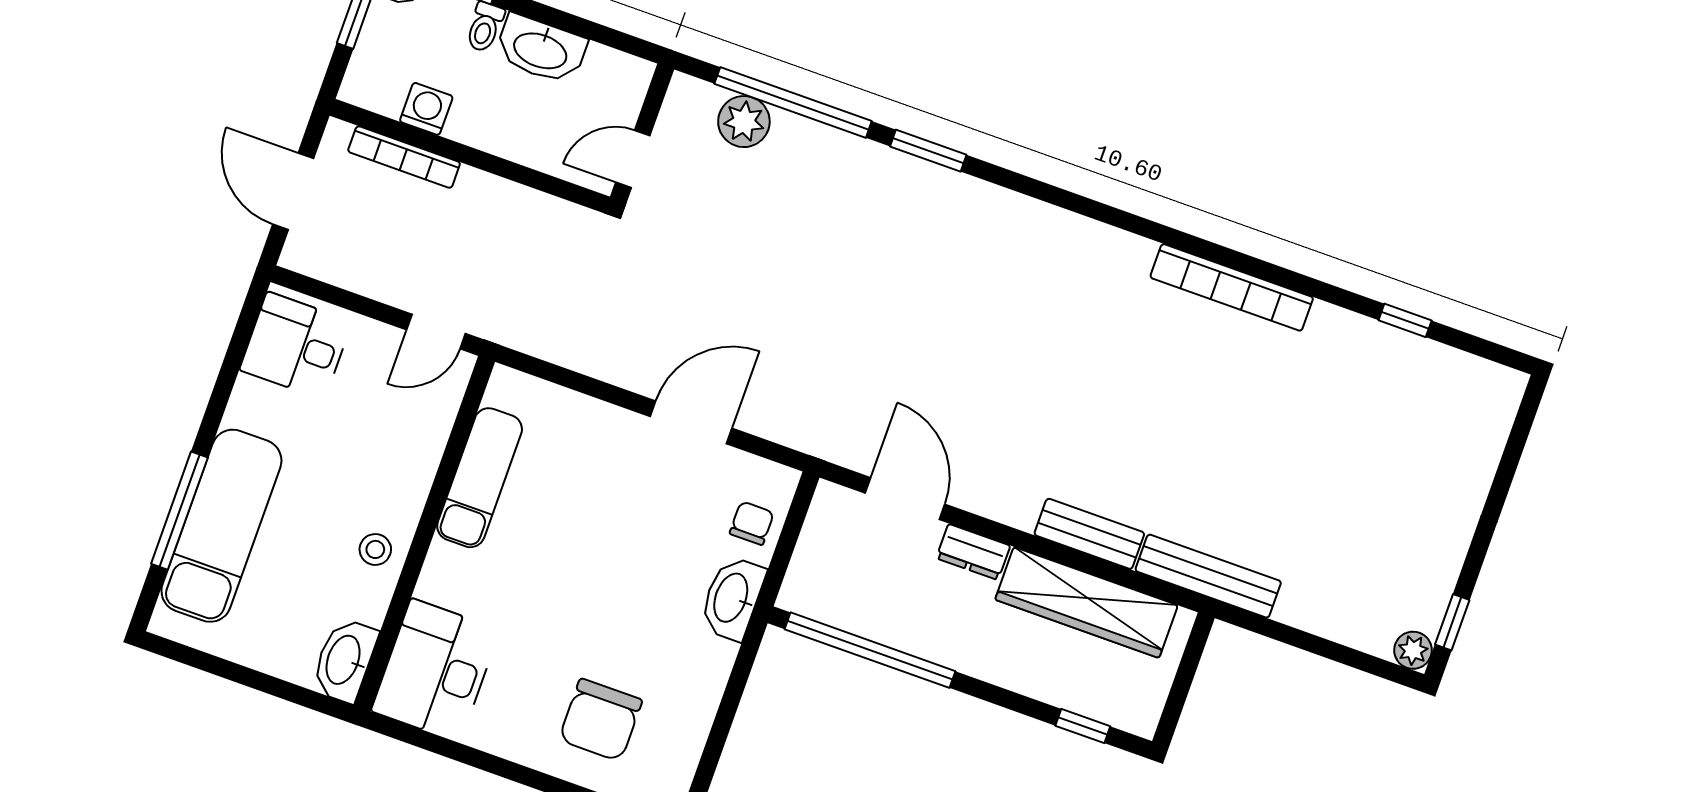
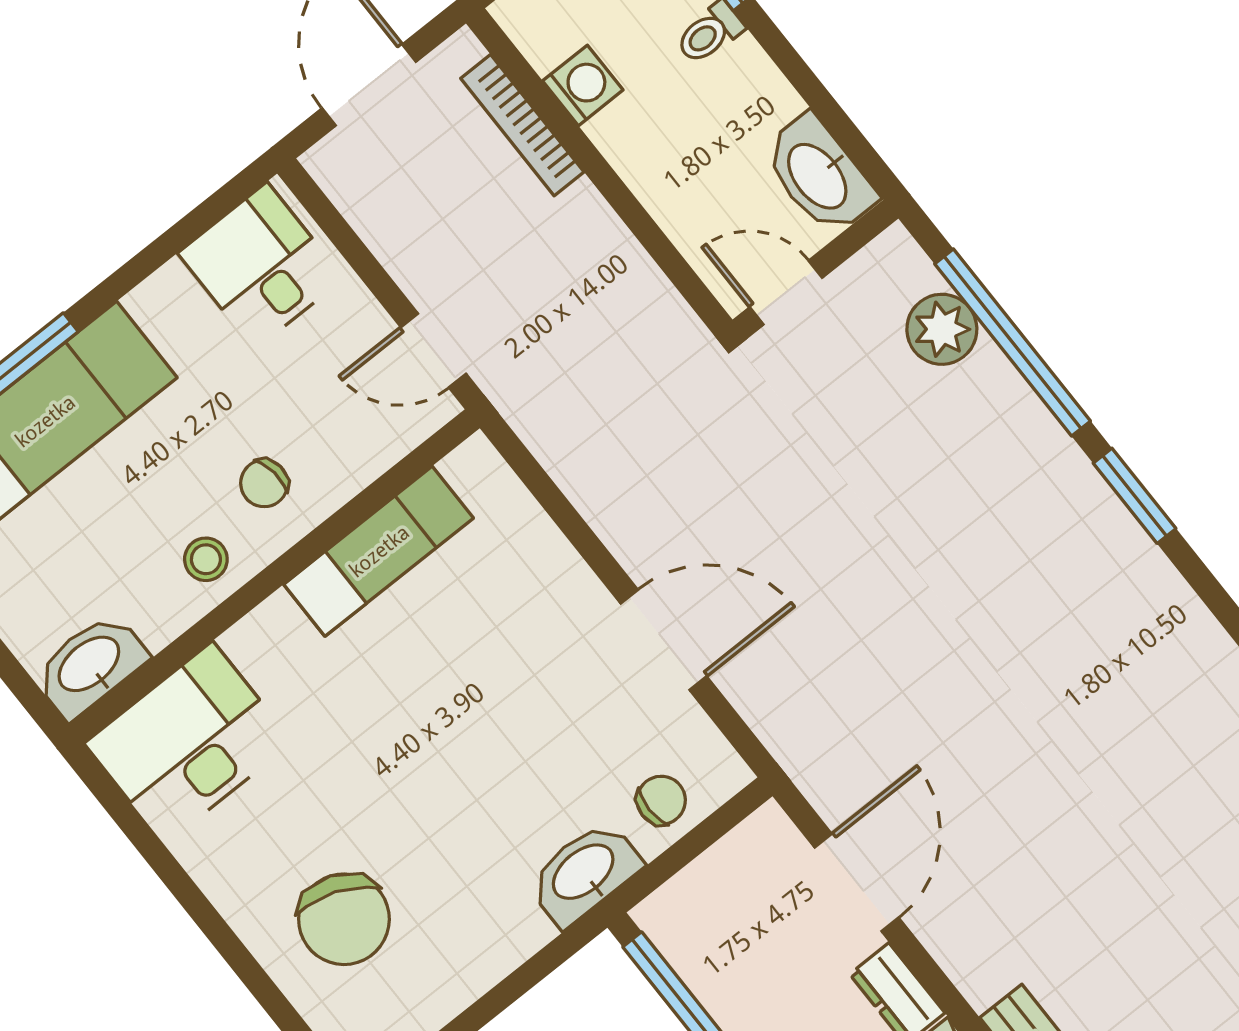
washbasin: (541, 49) -> (819, 175), moved
chair: (382, 480) -> (264, 483), added
chair: (600, 720) -> (344, 919), turned -69

